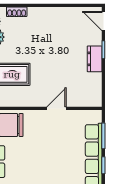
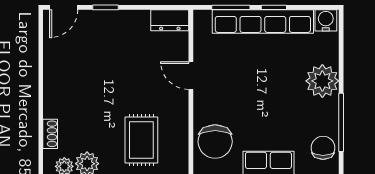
dresser: (95, 59) -> (170, 20), moved

